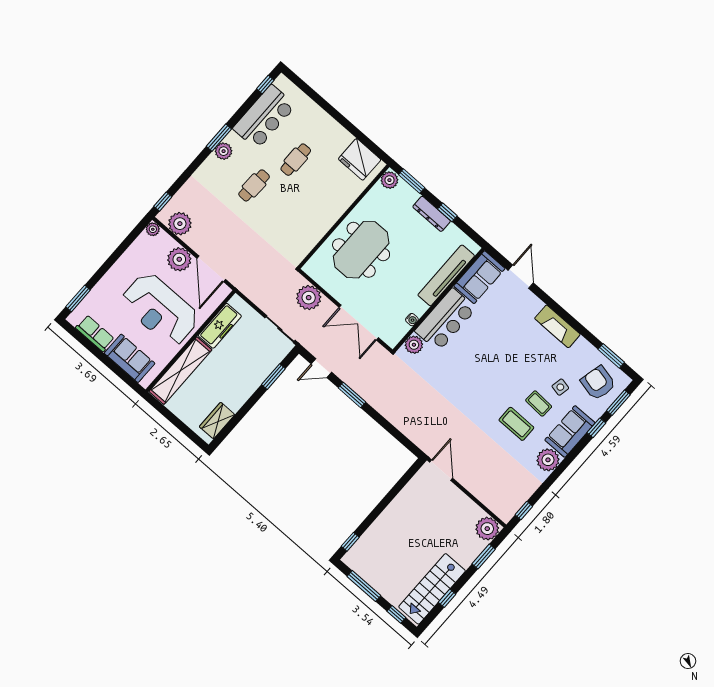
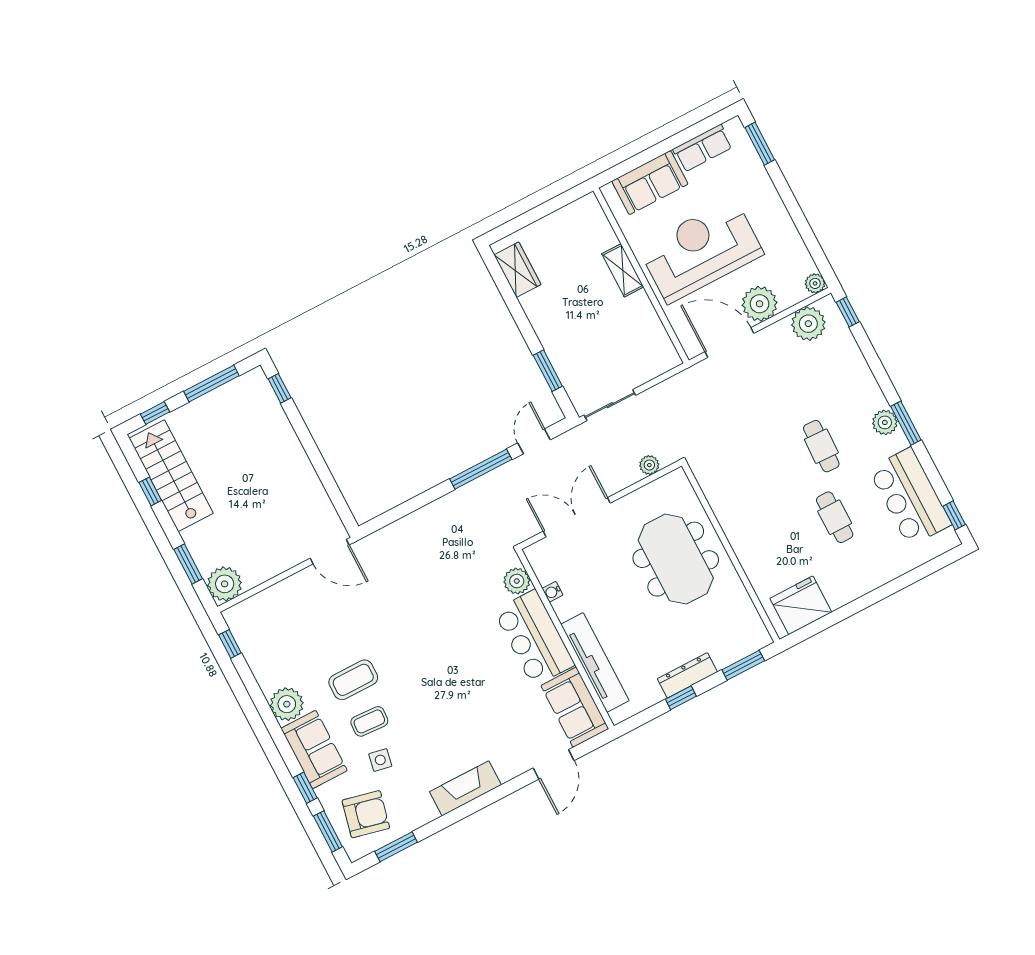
plant: (389, 180) -> (756, 635), removed
door: (521, 277) -> (554, 764), hinge flipped
plant: (309, 298) -> (649, 465), width x0.53, depth x0.53
freezer: (220, 326) -> (646, 324), removed
shelving: (180, 371) -> (623, 270), width x0.45, depth x0.75
window: (352, 395) -> (481, 469), width x1.44

